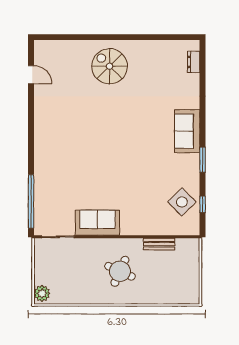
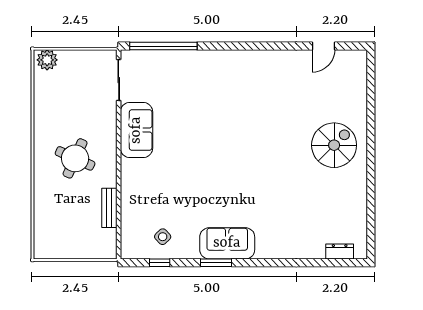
sofa: (187, 131) -> (227, 243), moved
side table: (182, 202) -> (163, 237), width x0.54, depth x0.54

